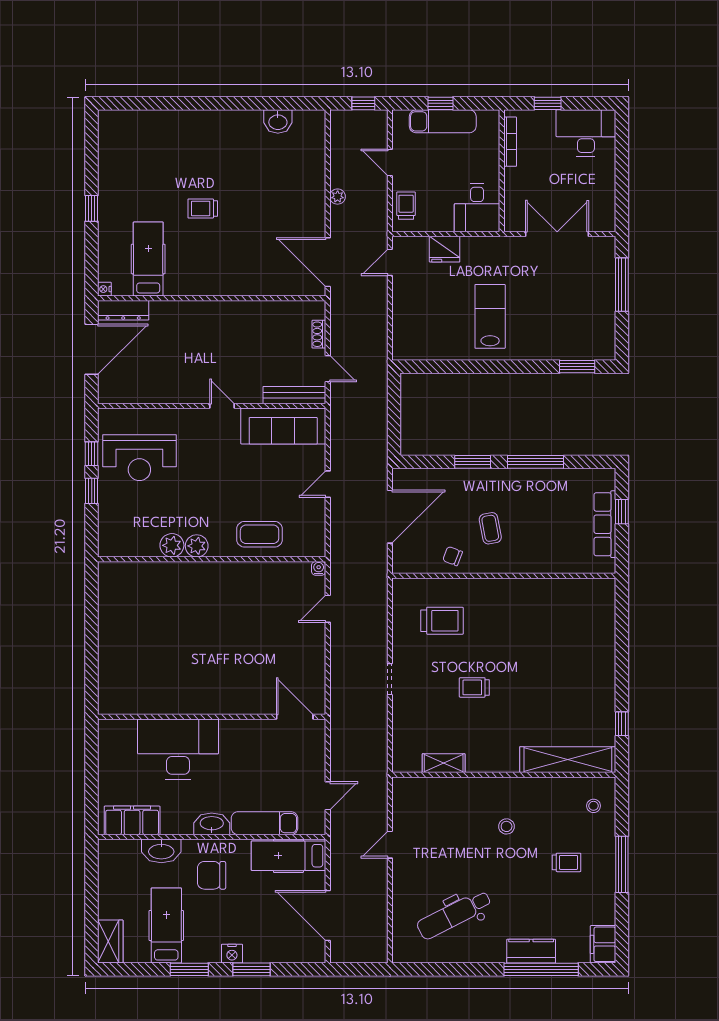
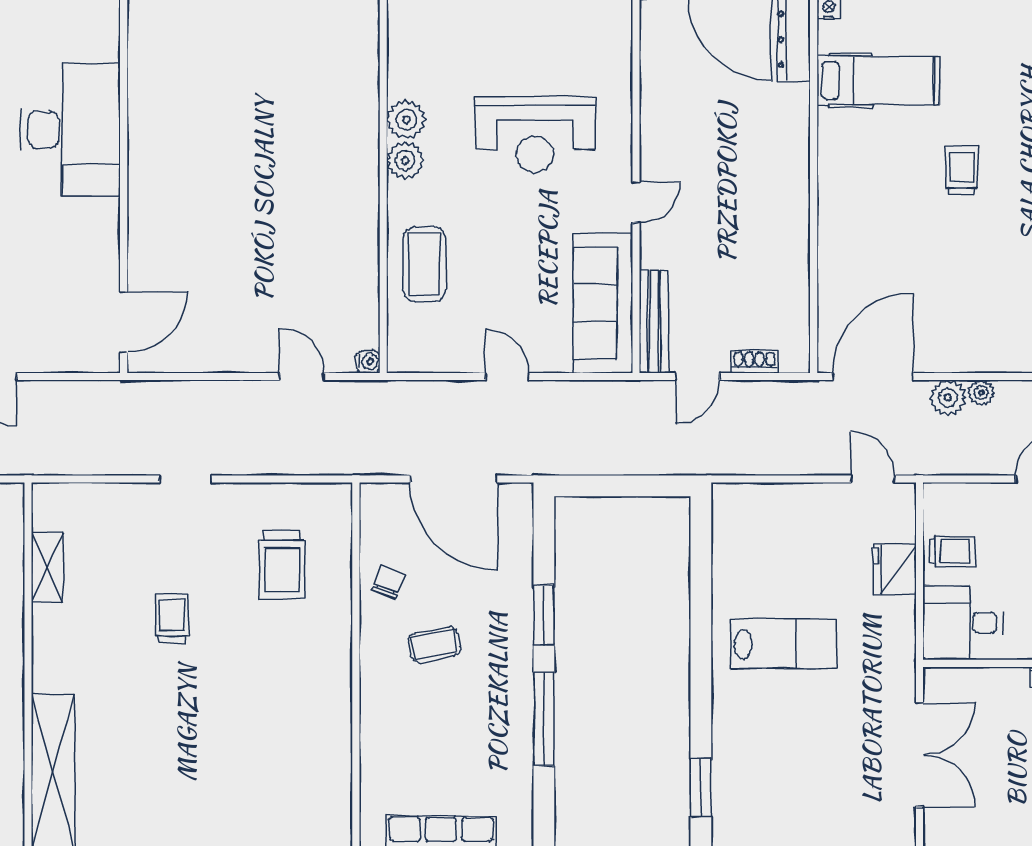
trolley: (406, 206) -> (952, 551), moved
plant: (341, 217) -> (948, 398), added
reception desk: (139, 458) -> (535, 134), moved, turned -90

